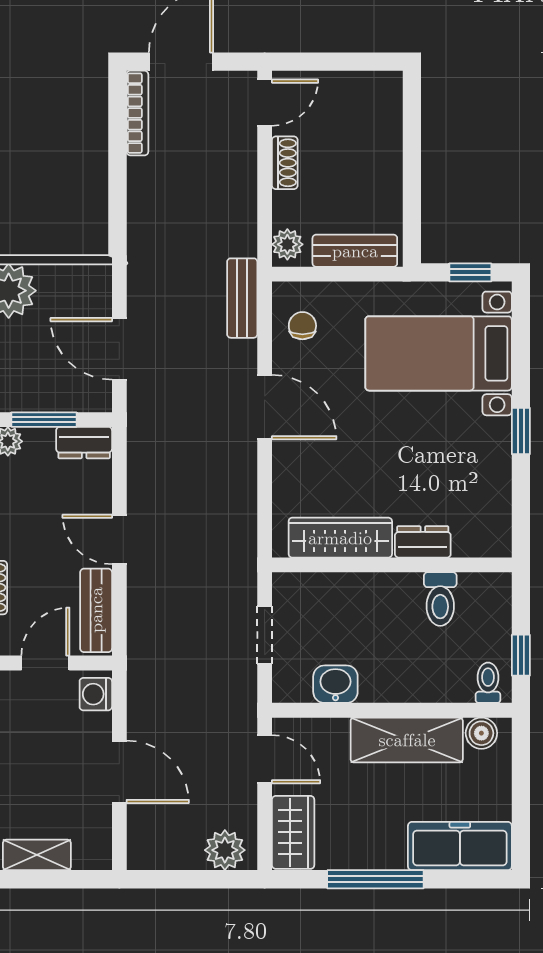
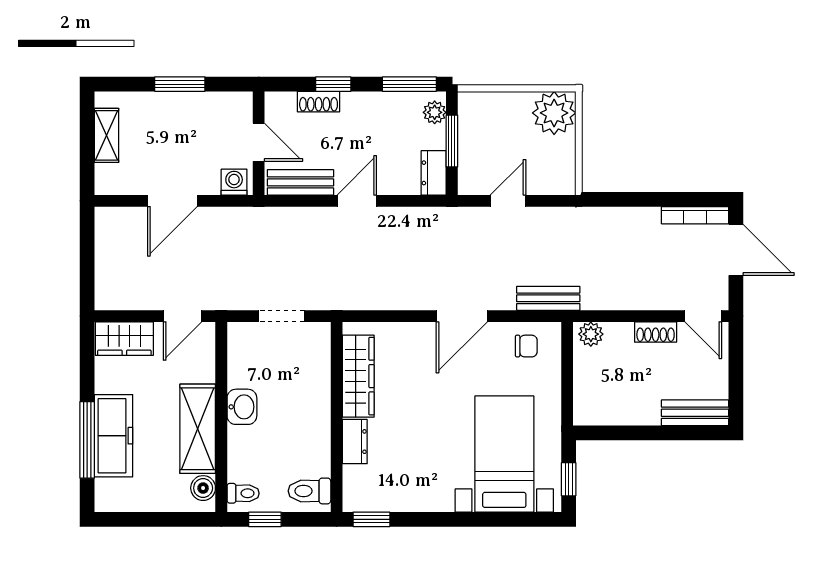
bench: (355, 251) -> (695, 413), moved, turned 90
door: (119, 349) -> (508, 201), width x0.73
window: (521, 431) -> (371, 519), moved
toilet: (440, 599) -> (309, 491), moved
washbasin: (335, 684) -> (242, 407), moved
freezer: (460, 846) -> (114, 436), moved
plant: (225, 850) -> (110, 285), removed
window: (375, 879) -> (87, 440), moved

